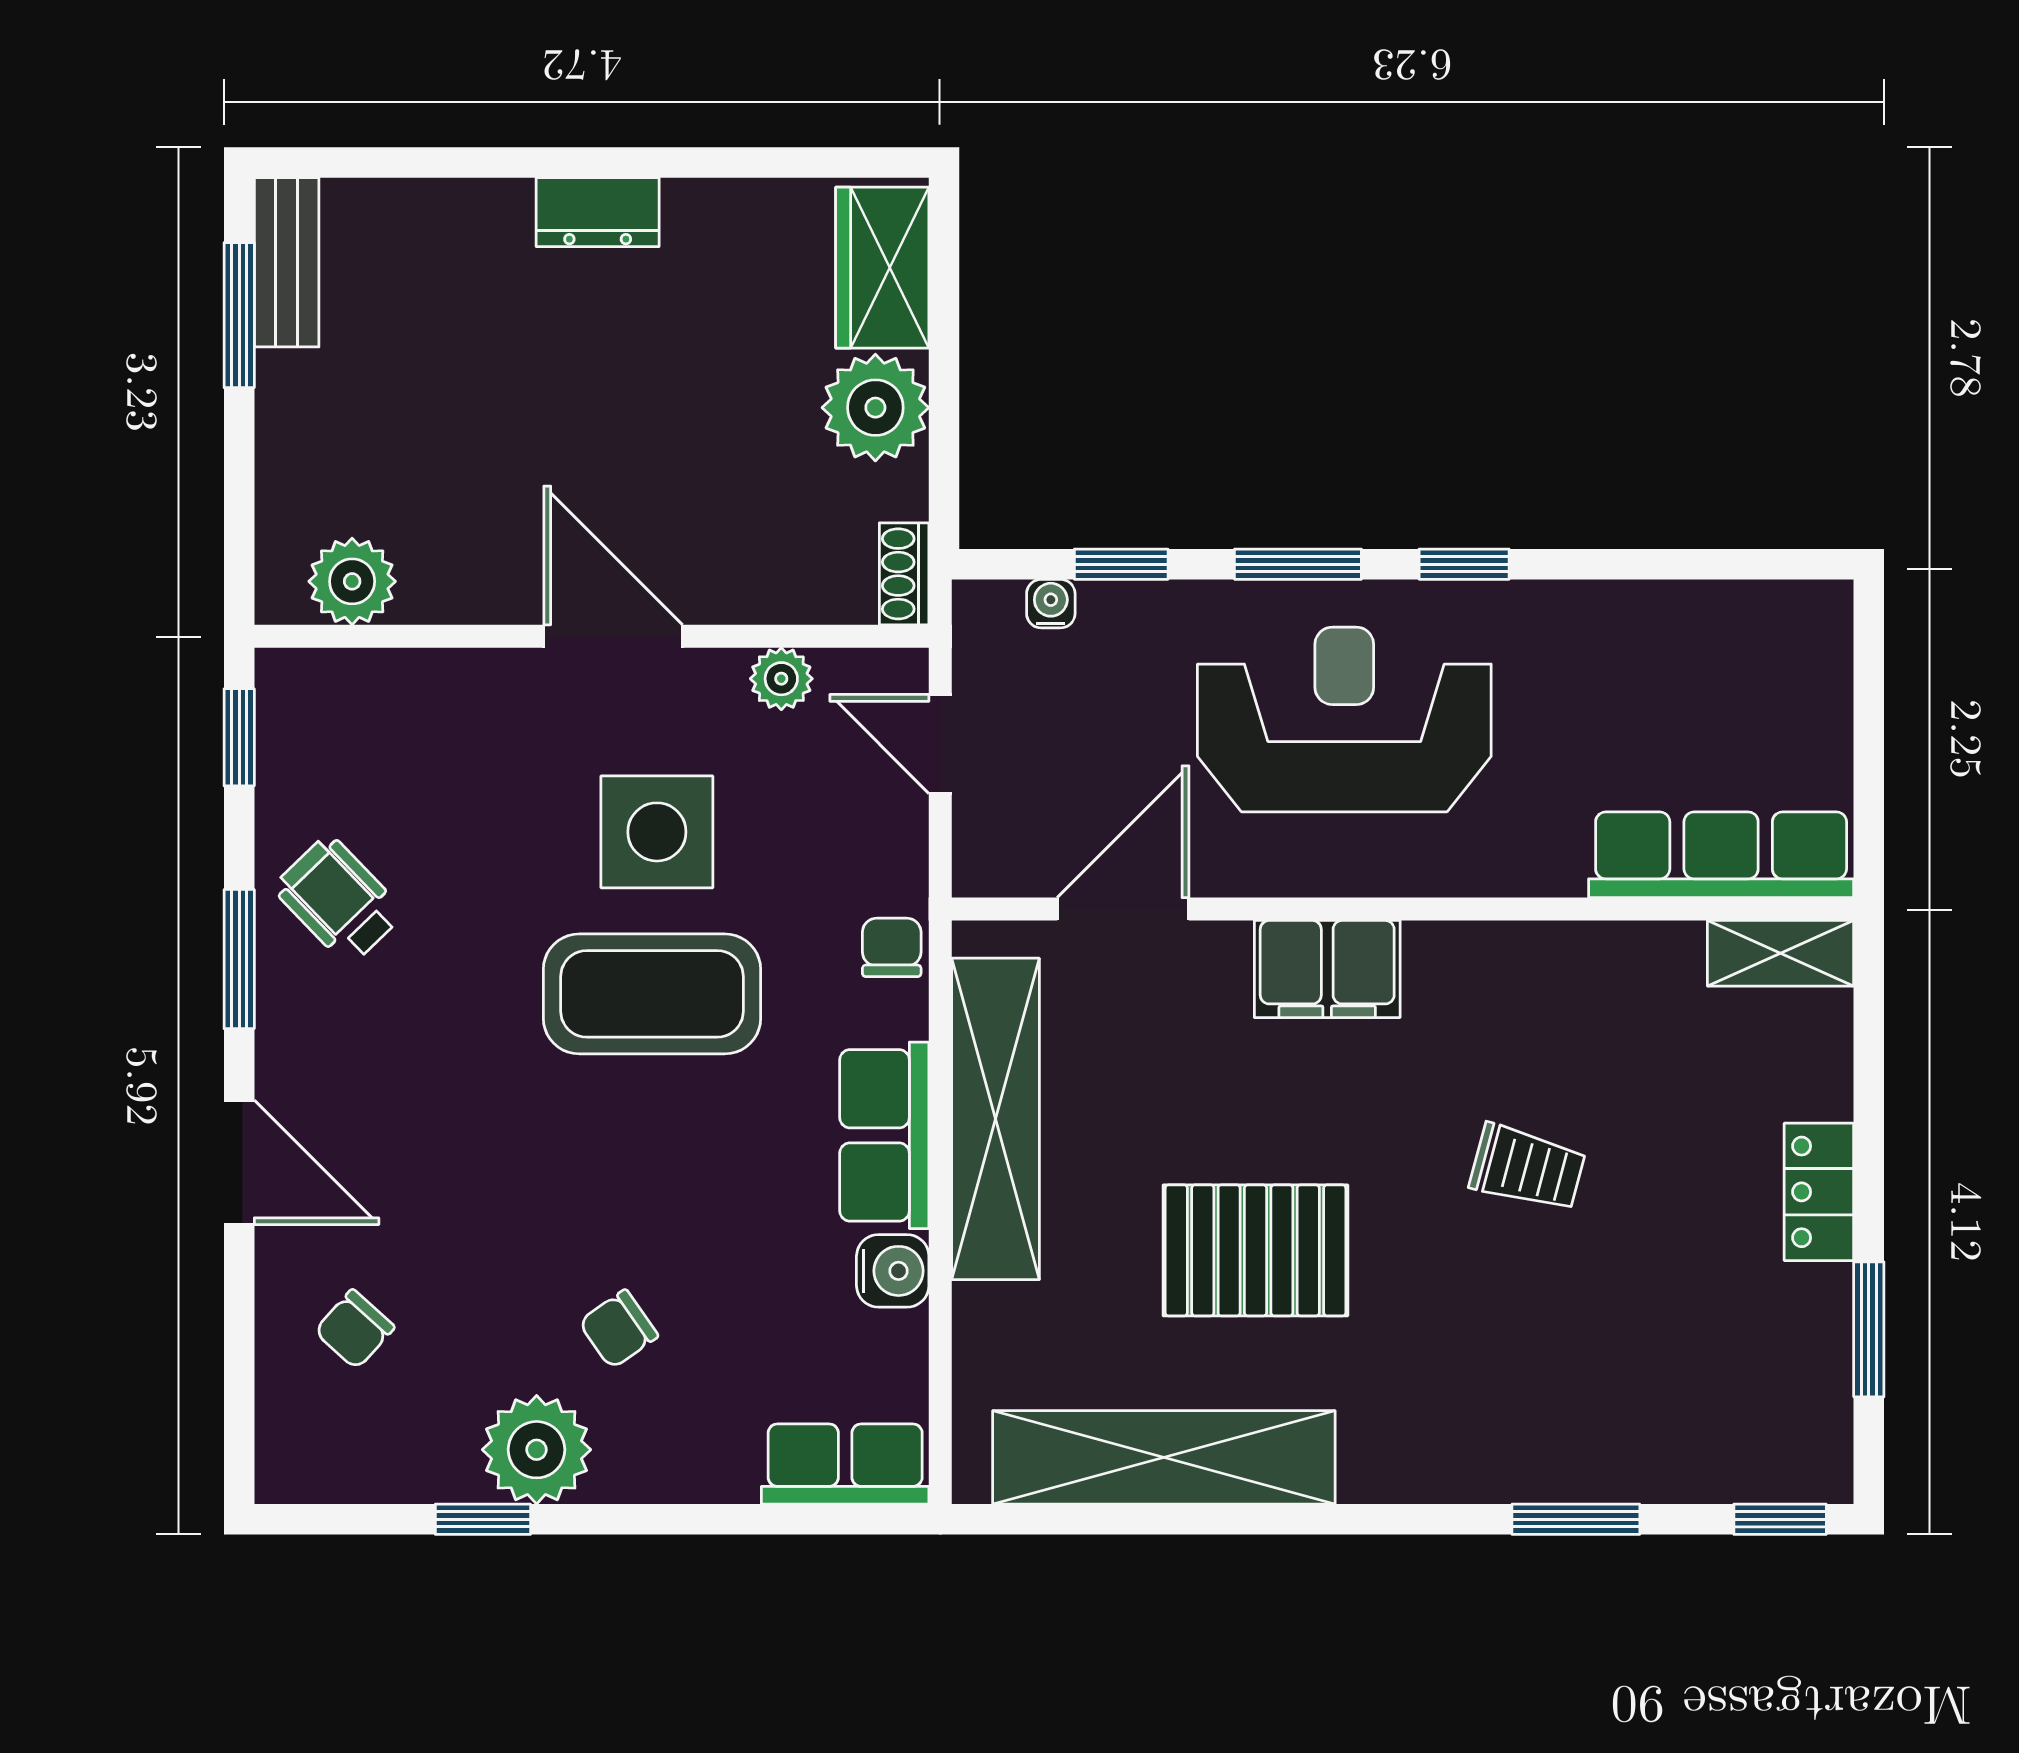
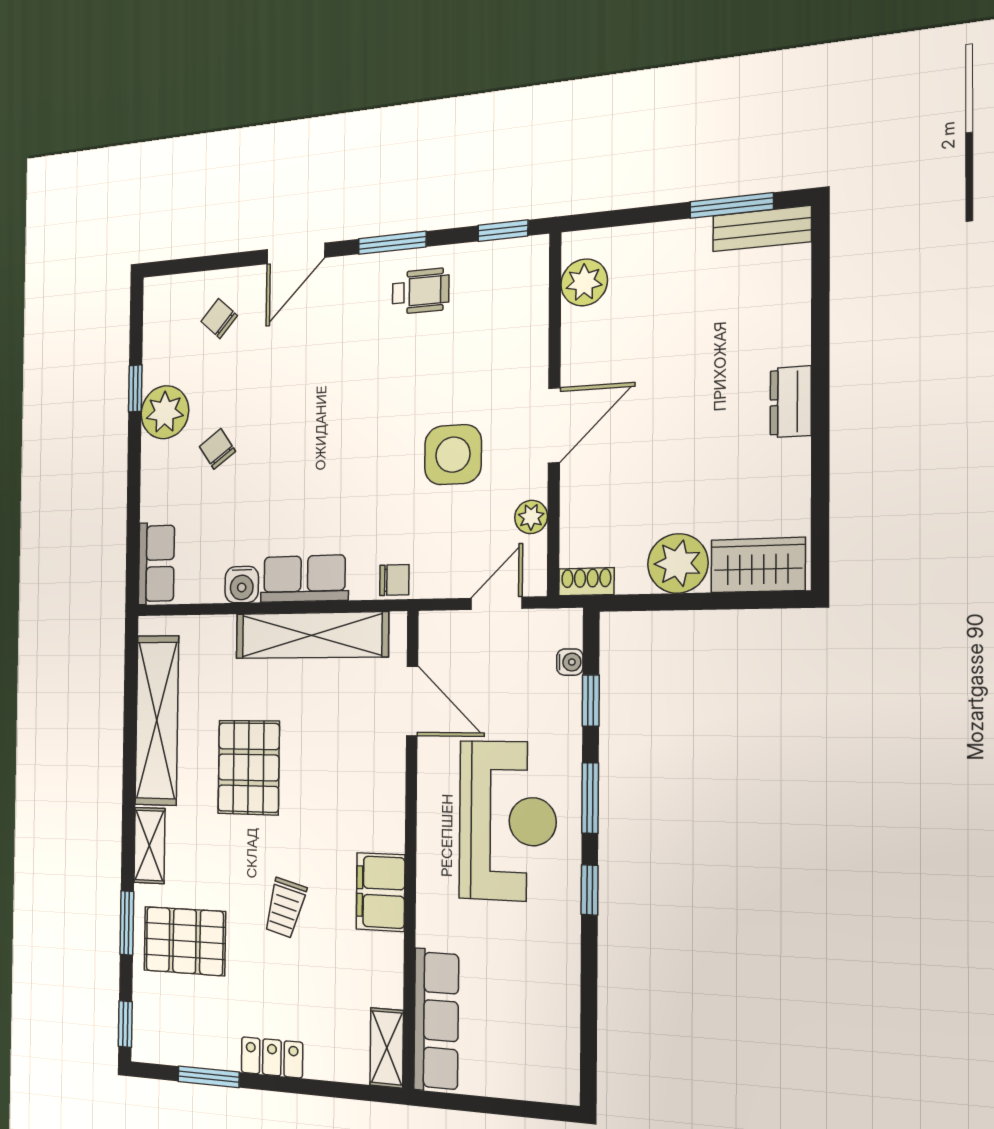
wheelchair: (339, 900) -> (421, 291), turned 44
filing cabinet: (1327, 969) -> (381, 892), moved
coffee table: (652, 994) -> (373, 457), removed
pallet: (1605, 1387) -> (185, 941), added
shelving: (1417, 1470) -> (149, 845), added

